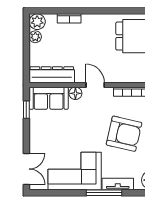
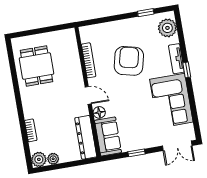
door: (95, 85) -> (88, 95), swing flipped
window: (26, 110) -> (137, 153), moved
double door: (26, 169) -> (177, 146), swing flipped
window: (104, 193) -> (187, 70), width x0.46

